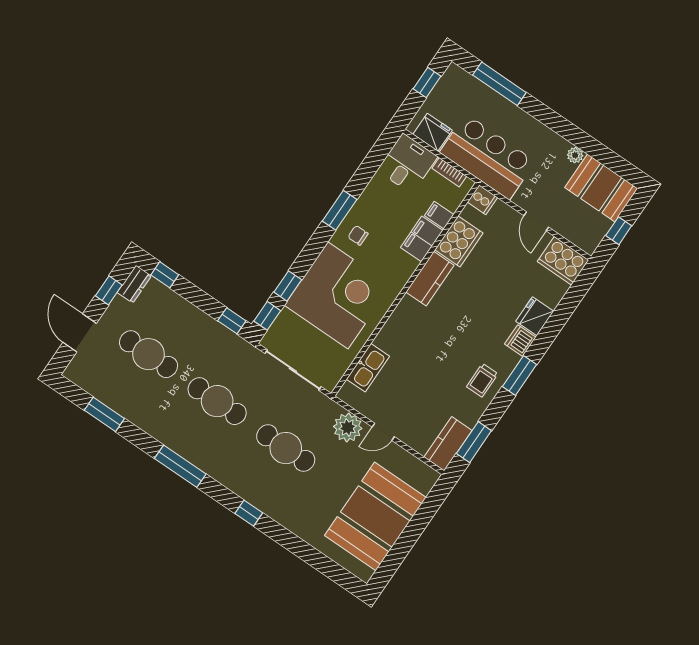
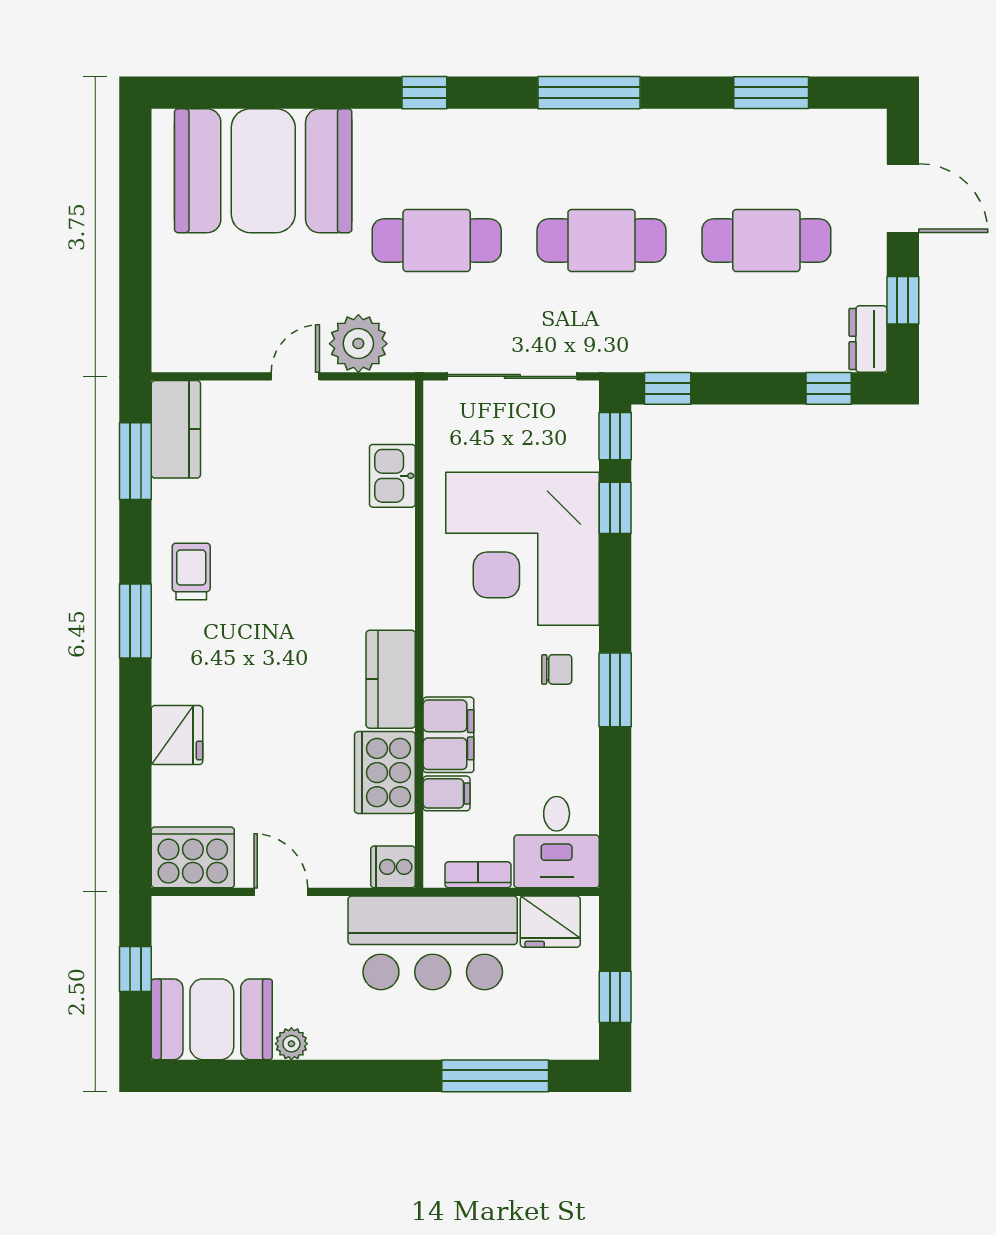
dishwasher: (520, 341) -> (173, 679), removed
kitchen sink: (368, 368) -> (392, 476), width x0.73
booth: (375, 516) -> (263, 171), moved, turned 90

